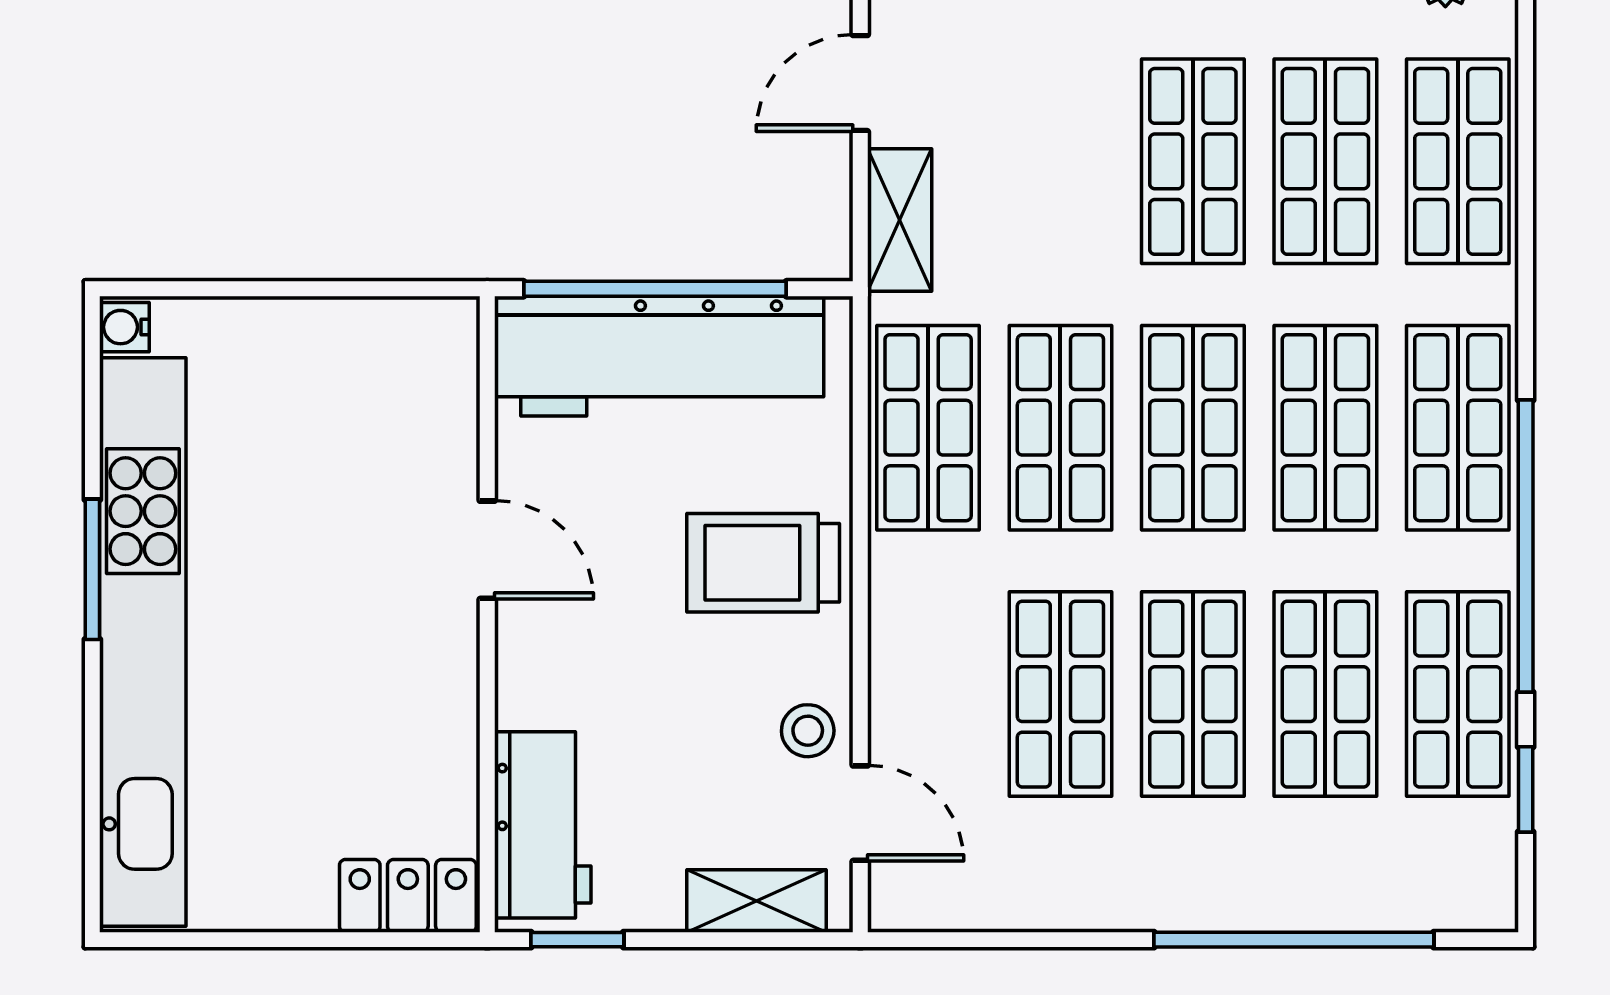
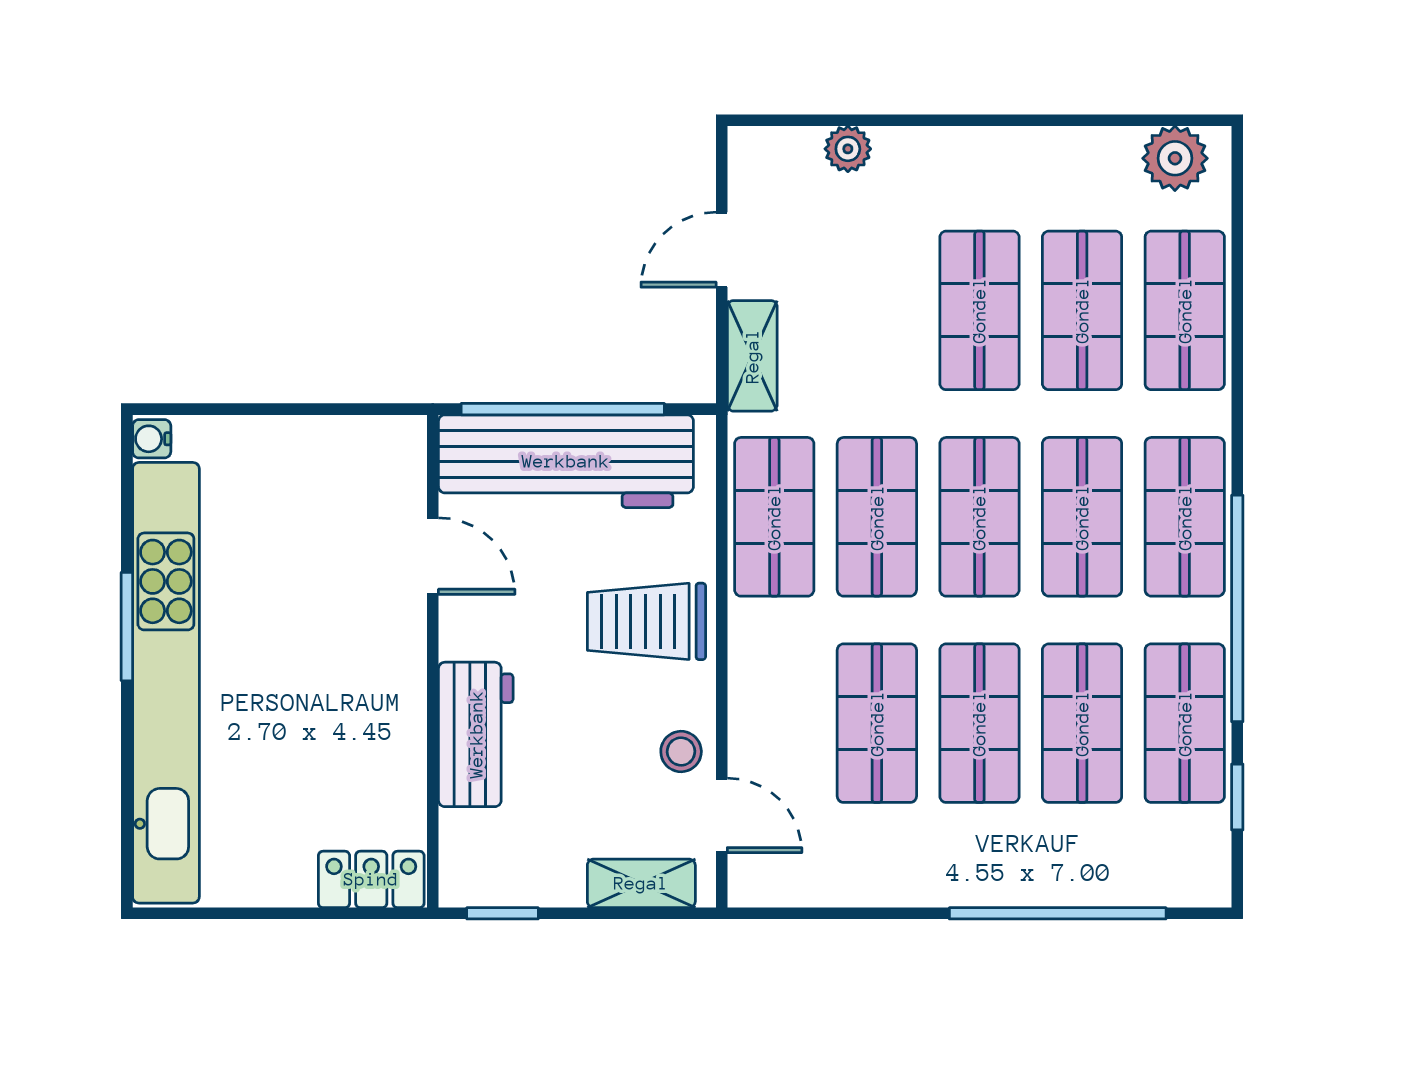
door: (487, 550) -> (433, 556), moved
workbench: (543, 825) -> (476, 734), moved

